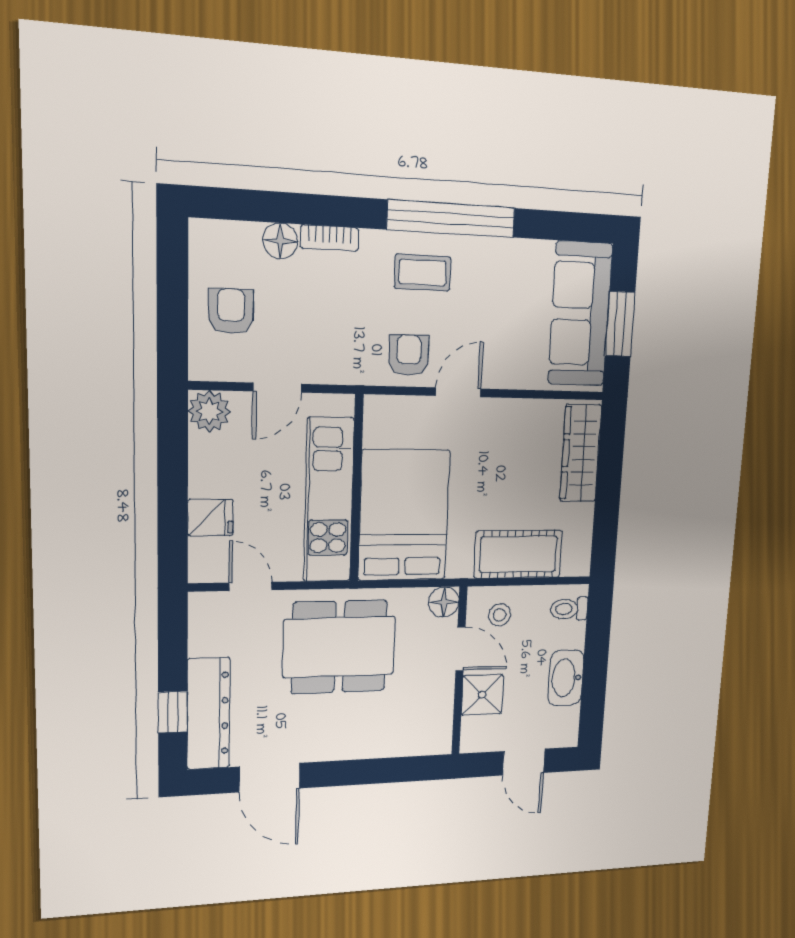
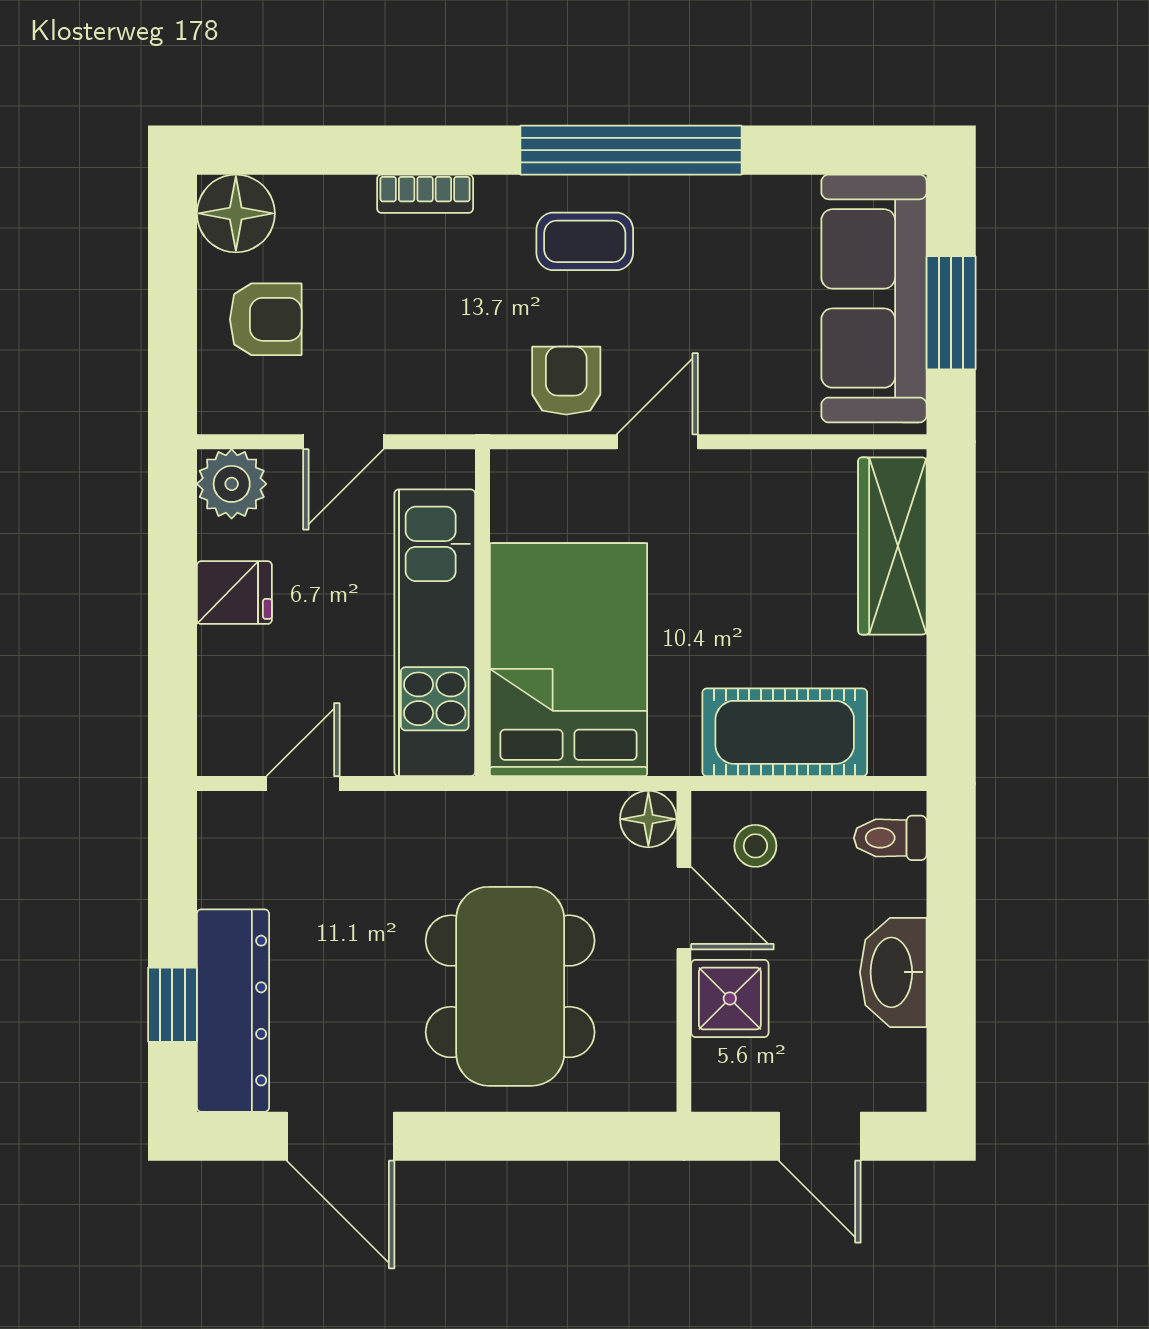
floor lamp: (280, 241) -> (236, 213), moved, width x1.38, depth x1.38
armchair: (231, 311) -> (266, 319), turned 90
fridge: (210, 518) -> (234, 593), moved
door: (251, 586) -> (303, 784), hinge flipped
dining table: (339, 647) -> (510, 986), moved, turned 90

